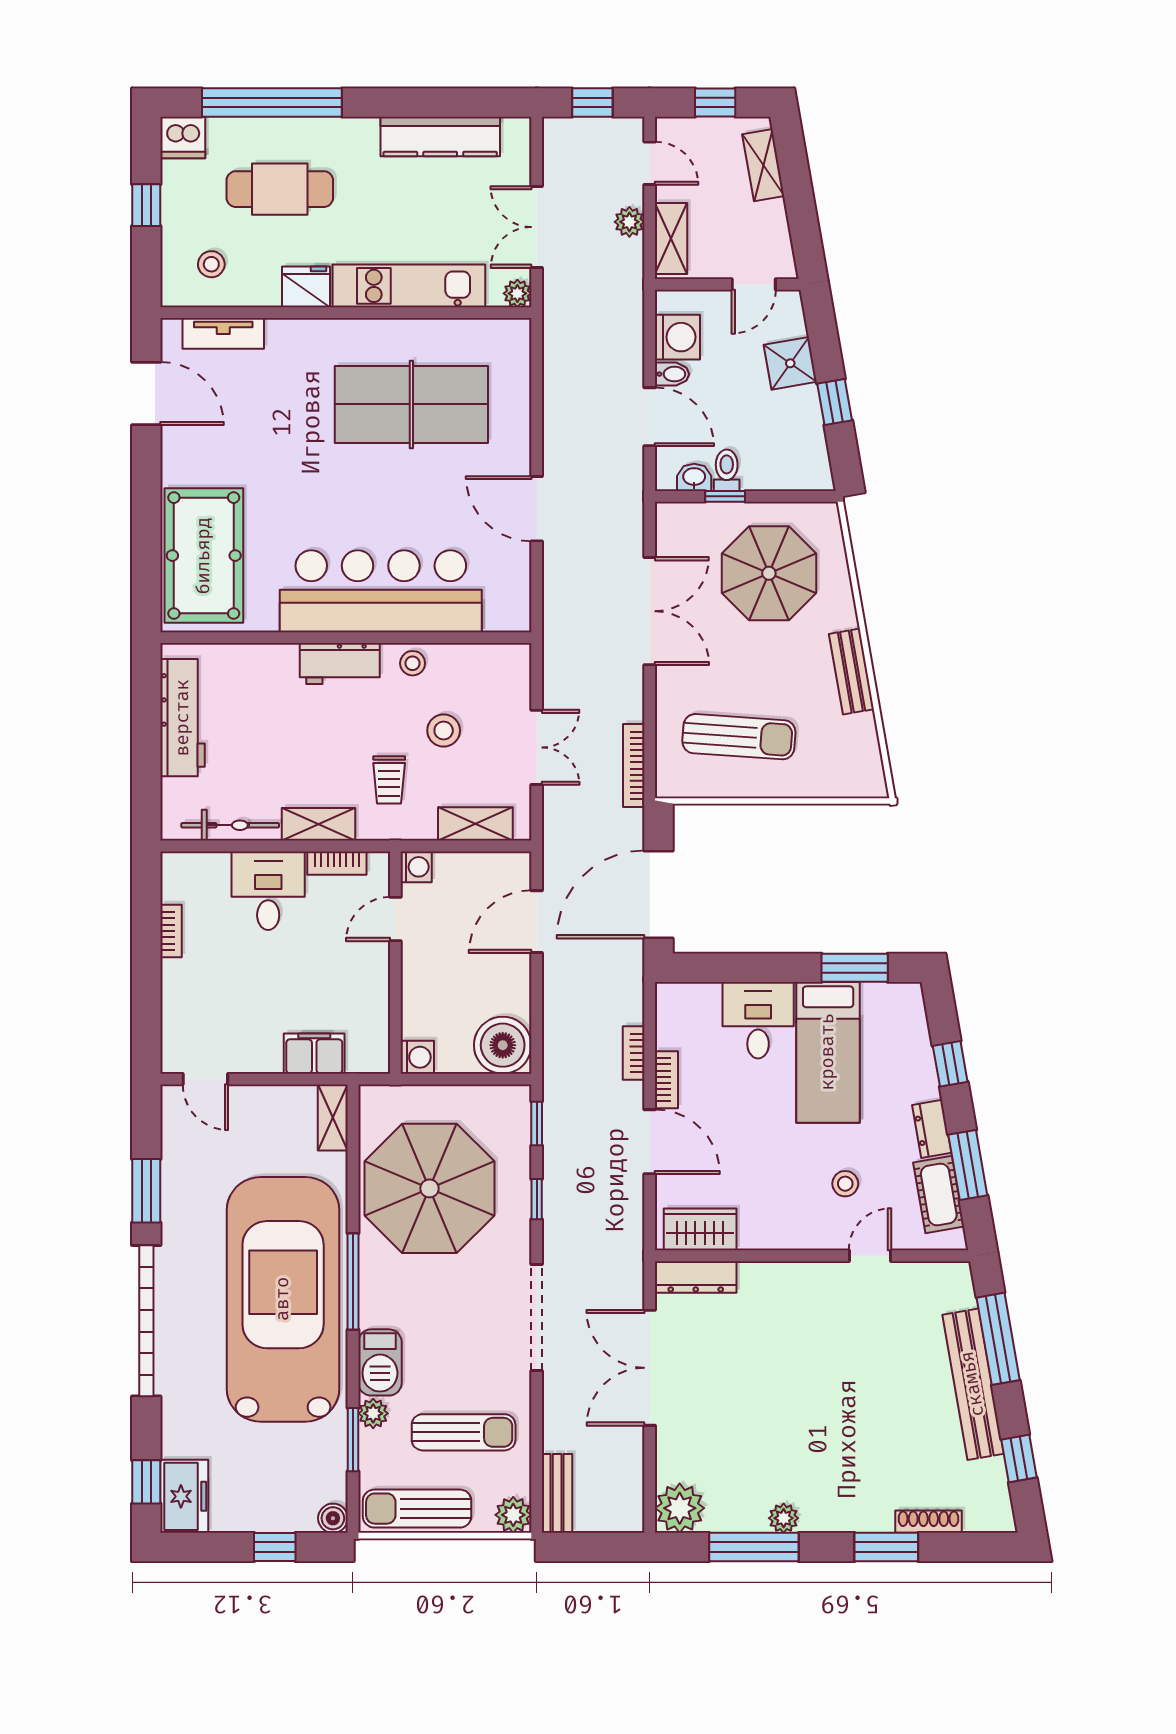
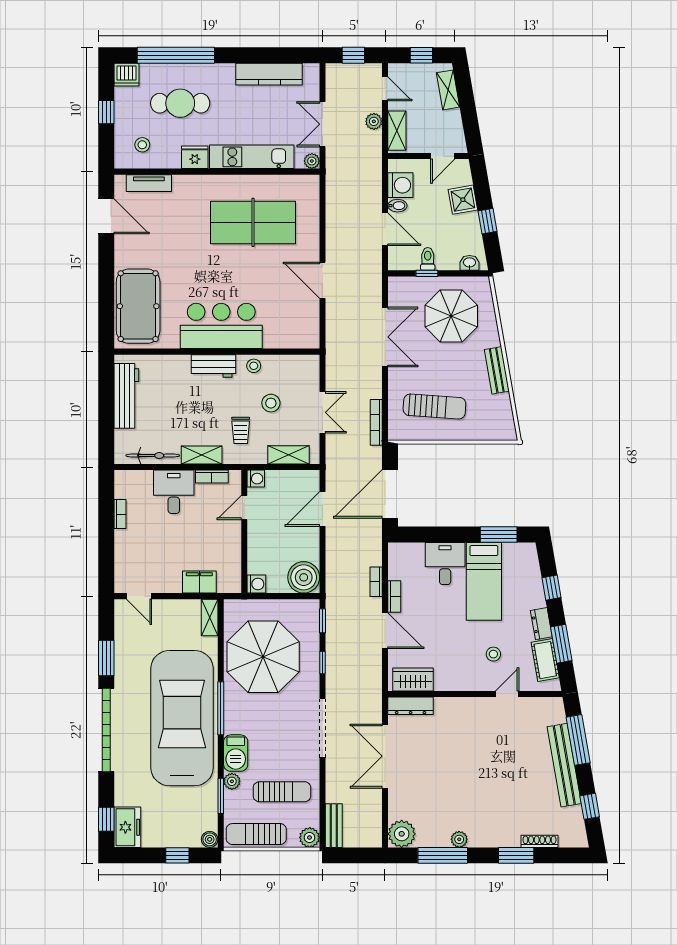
washbasin: (694, 477) -> (469, 263), moved
bar counter: (381, 591) -> (221, 326), width x0.73

